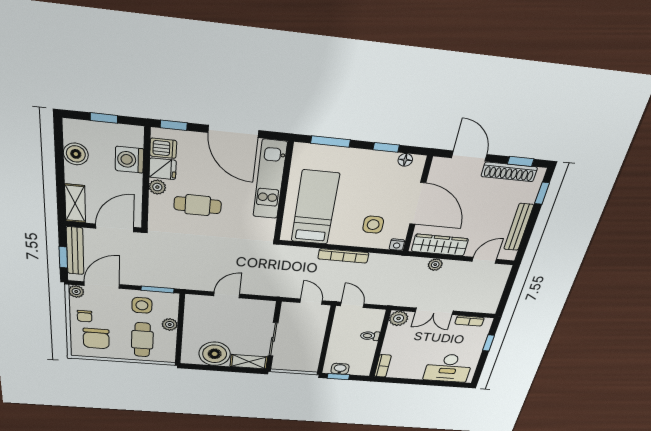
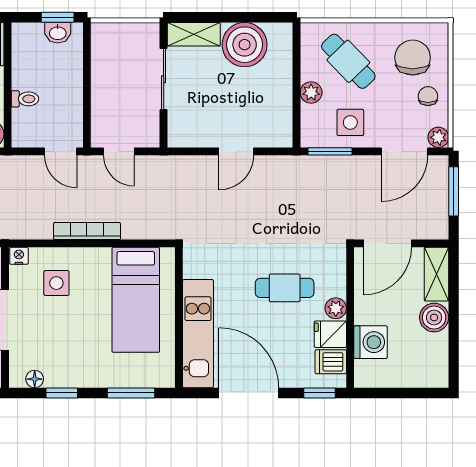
window: (104, 118) -> (401, 393), removed
boiler: (76, 154) -> (434, 318), moved
bench: (75, 251) -> (438, 203), removed
window: (63, 257) -> (454, 191), width x1.50
cafe table: (142, 340) -> (348, 61), turned -44

